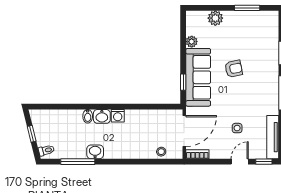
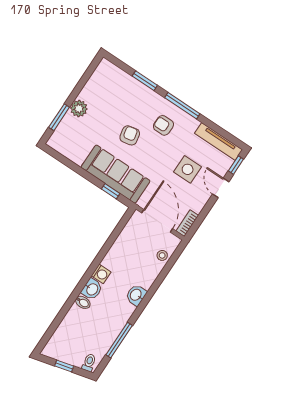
window: (247, 8) -> (59, 117), moved
plant: (215, 18) -> (79, 109), moved
plant: (192, 42) -> (78, 158), removed
armchair: (258, 89) -> (163, 125), added
side table: (237, 128) -> (188, 169), width x1.87, depth x1.87
washbasin: (95, 152) -> (136, 295), moved

